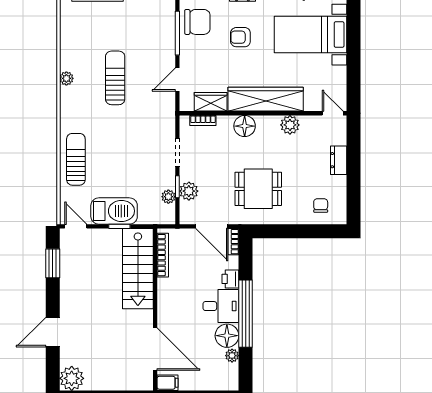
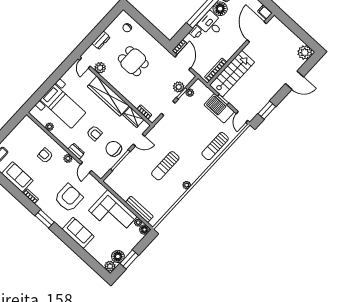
chair: (197, 22) -> (114, 149), moved
plant: (290, 125) -> (100, 68), moved
floor lamp: (245, 126) -> (128, 93), removed
dining table: (258, 189) -> (133, 61), moved

